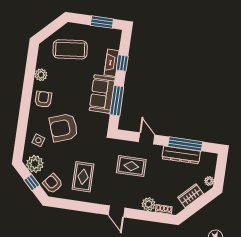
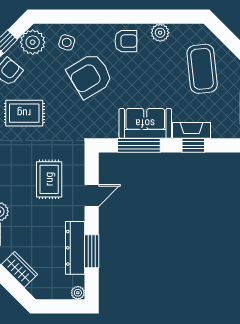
armchair: (64, 128) -> (90, 76), turned -101
window: (185, 144) -> (92, 251), width x0.69
plant: (209, 181) -> (78, 293), moved

